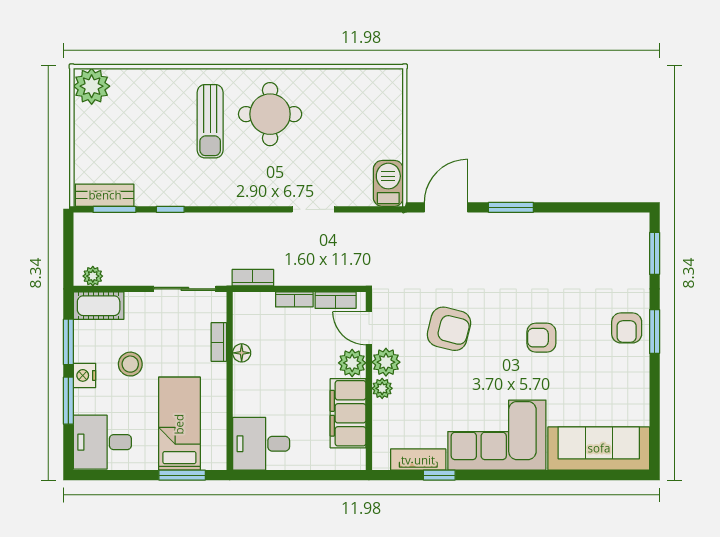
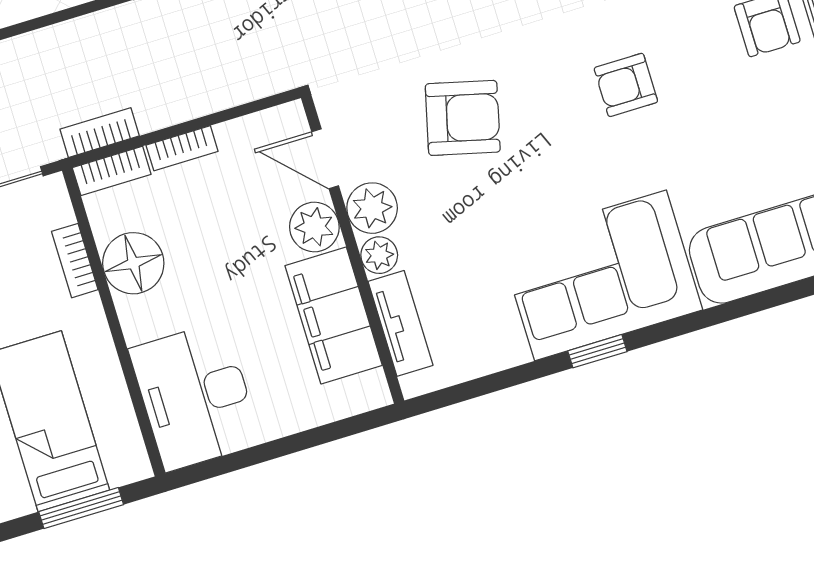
bookcase: (336, 300) -> (112, 171), moved
floor lamp: (242, 353) -> (133, 263), width x1.89, depth x1.89
desk: (261, 444) -> (195, 396), width x1.37
tv unit: (418, 460) -> (401, 323), moved, turned 90
window: (439, 475) -> (597, 351), moved

